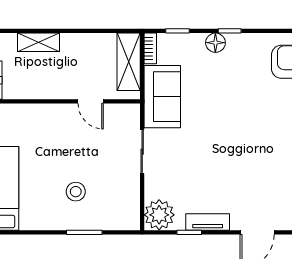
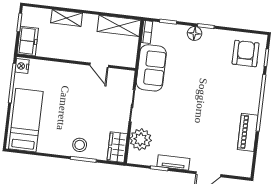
shelving: (129, 62) -> (119, 26), moved, turned 90
stool: (76, 192) -> (80, 145), moved
wardrobe: (128, 210) -> (117, 147), added
plant: (159, 215) -> (141, 139), moved

